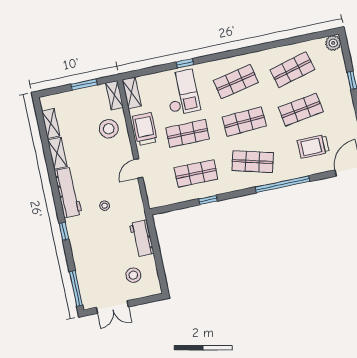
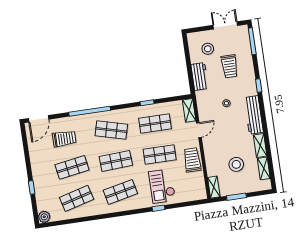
shelving: (132, 93) -> (189, 110), moved
stool: (109, 129) -> (236, 164), moved
trolley: (145, 129) -> (192, 160), turned 180
trolley: (103, 254) -> (230, 66), added

